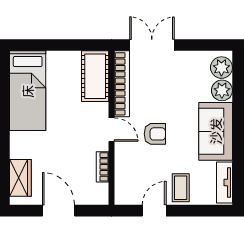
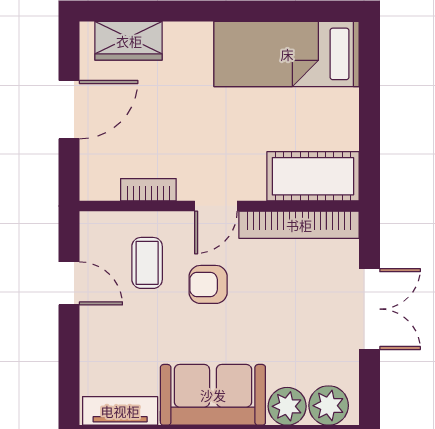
double door: (152, 45) -> (369, 309), moved
armchair: (155, 134) -> (208, 284), turned 90
coffee table: (181, 188) -> (147, 263), moved, turned 90

